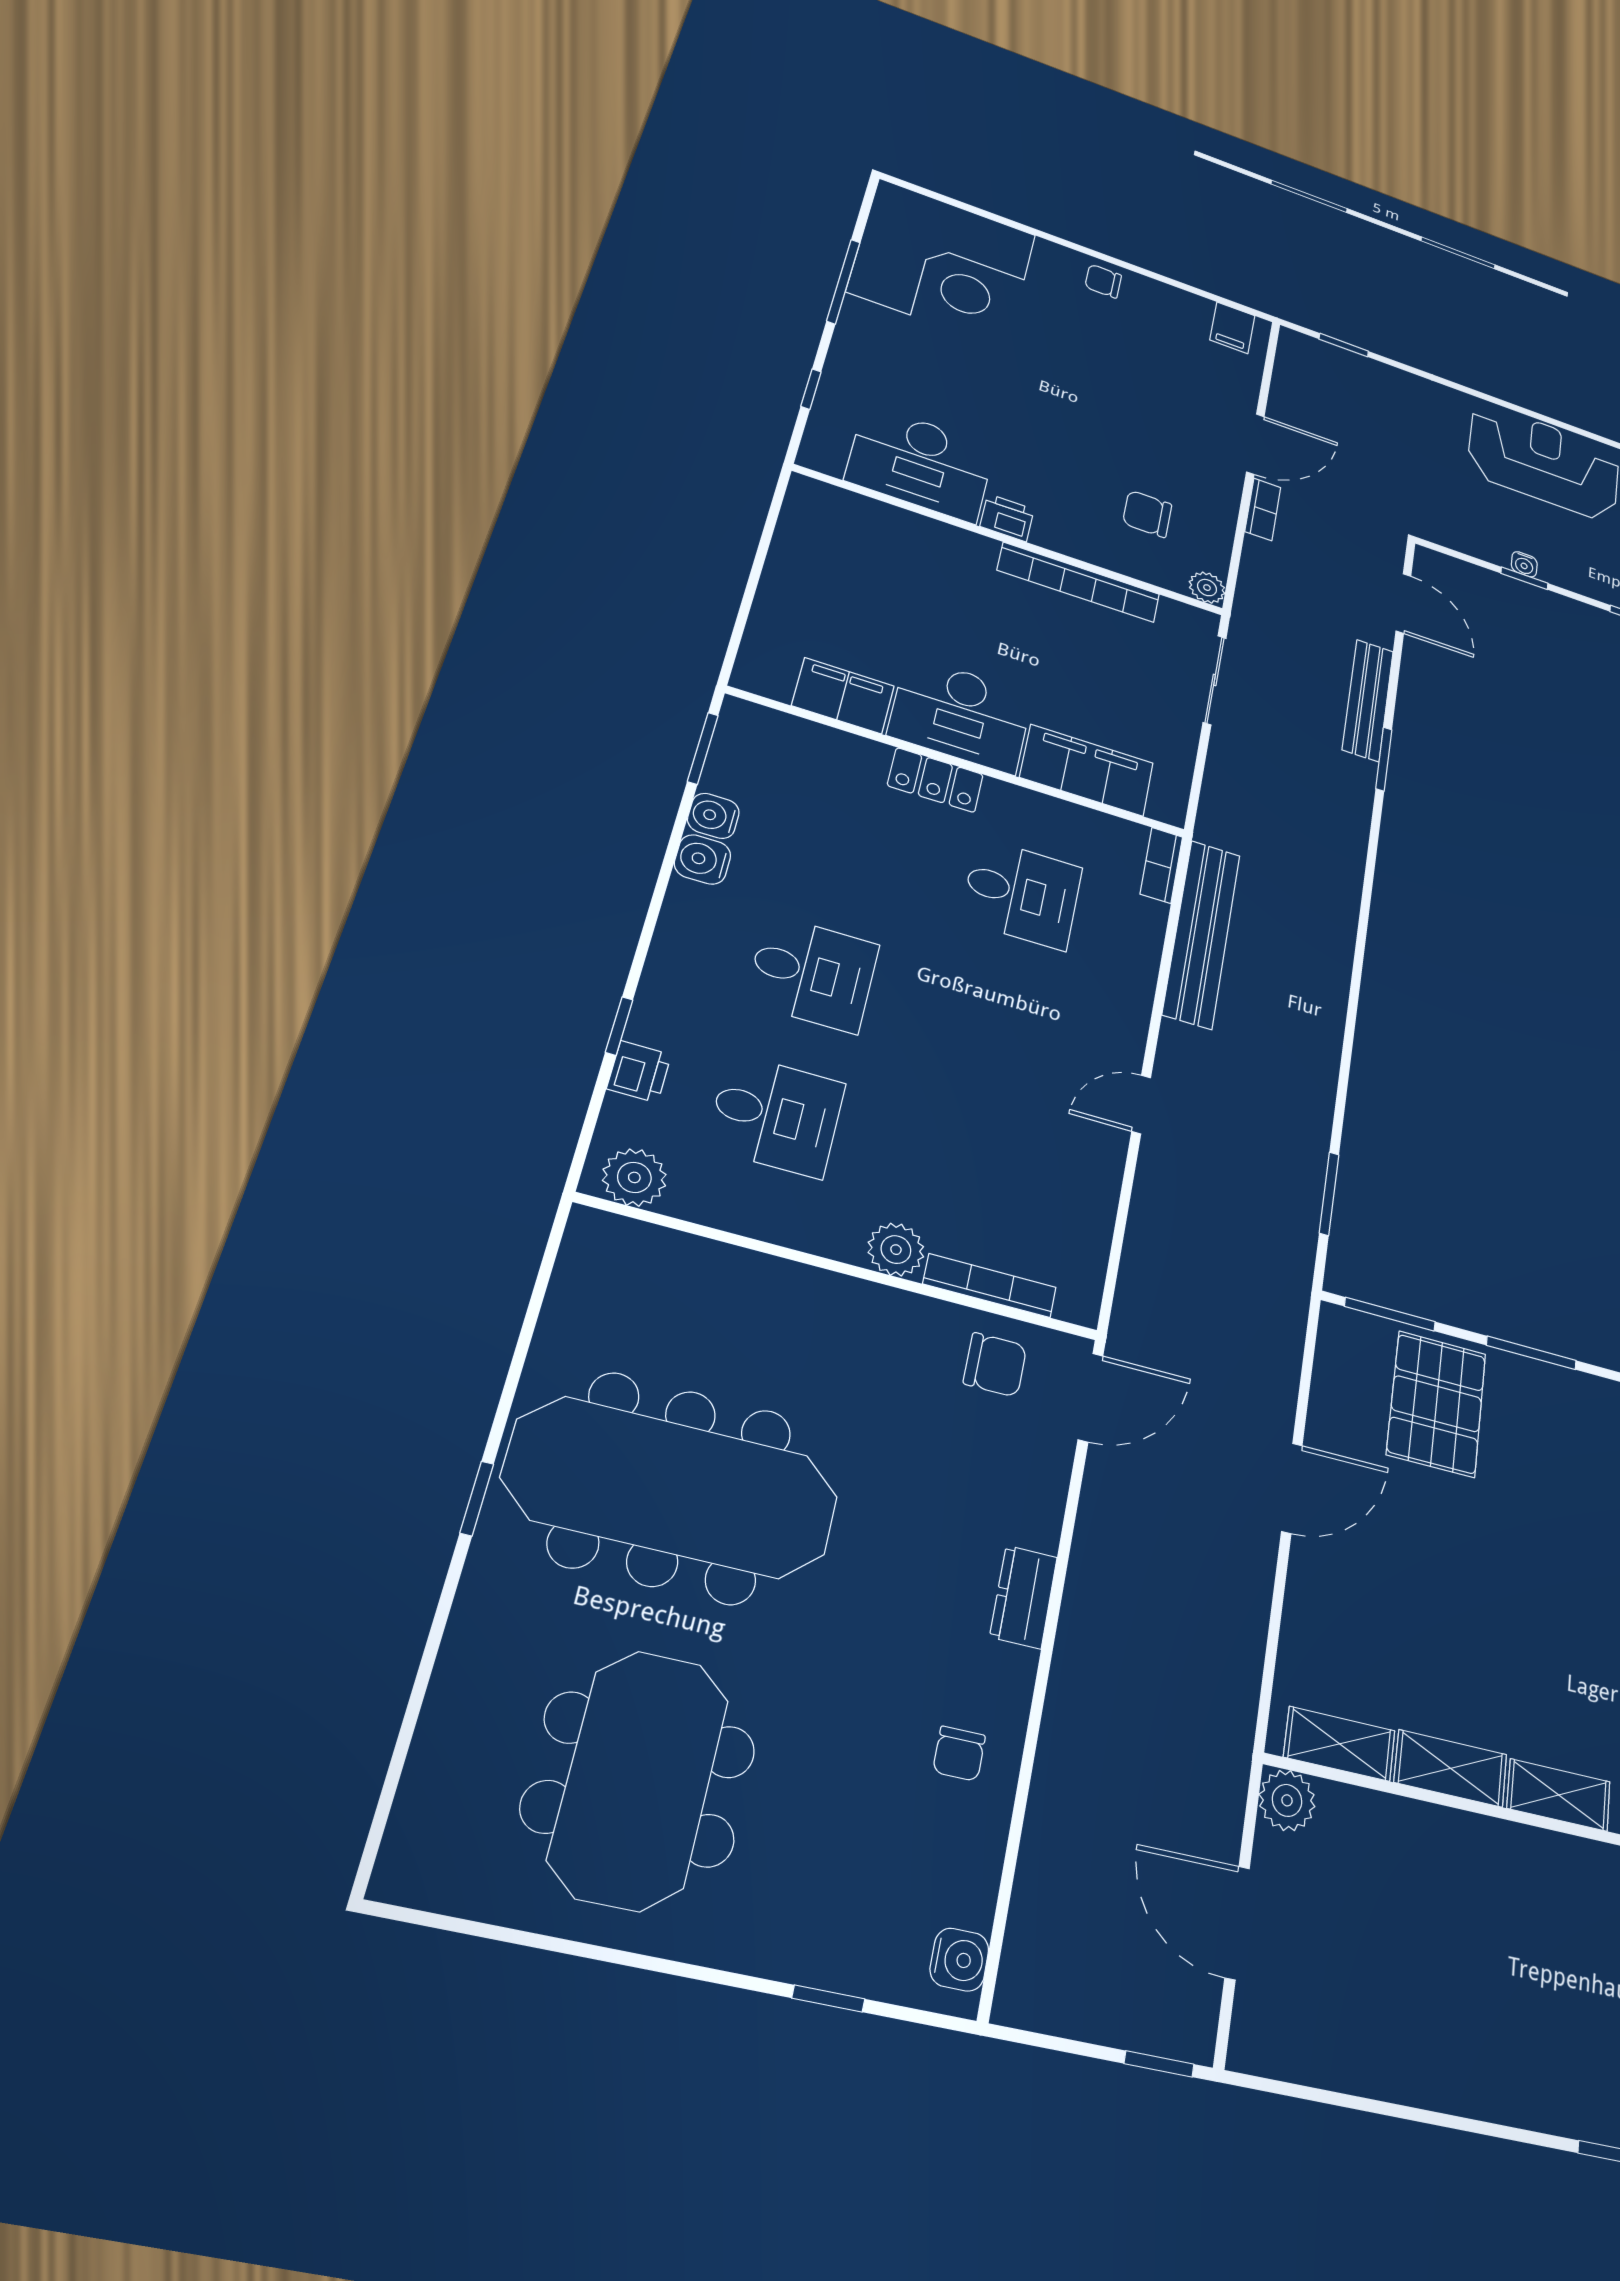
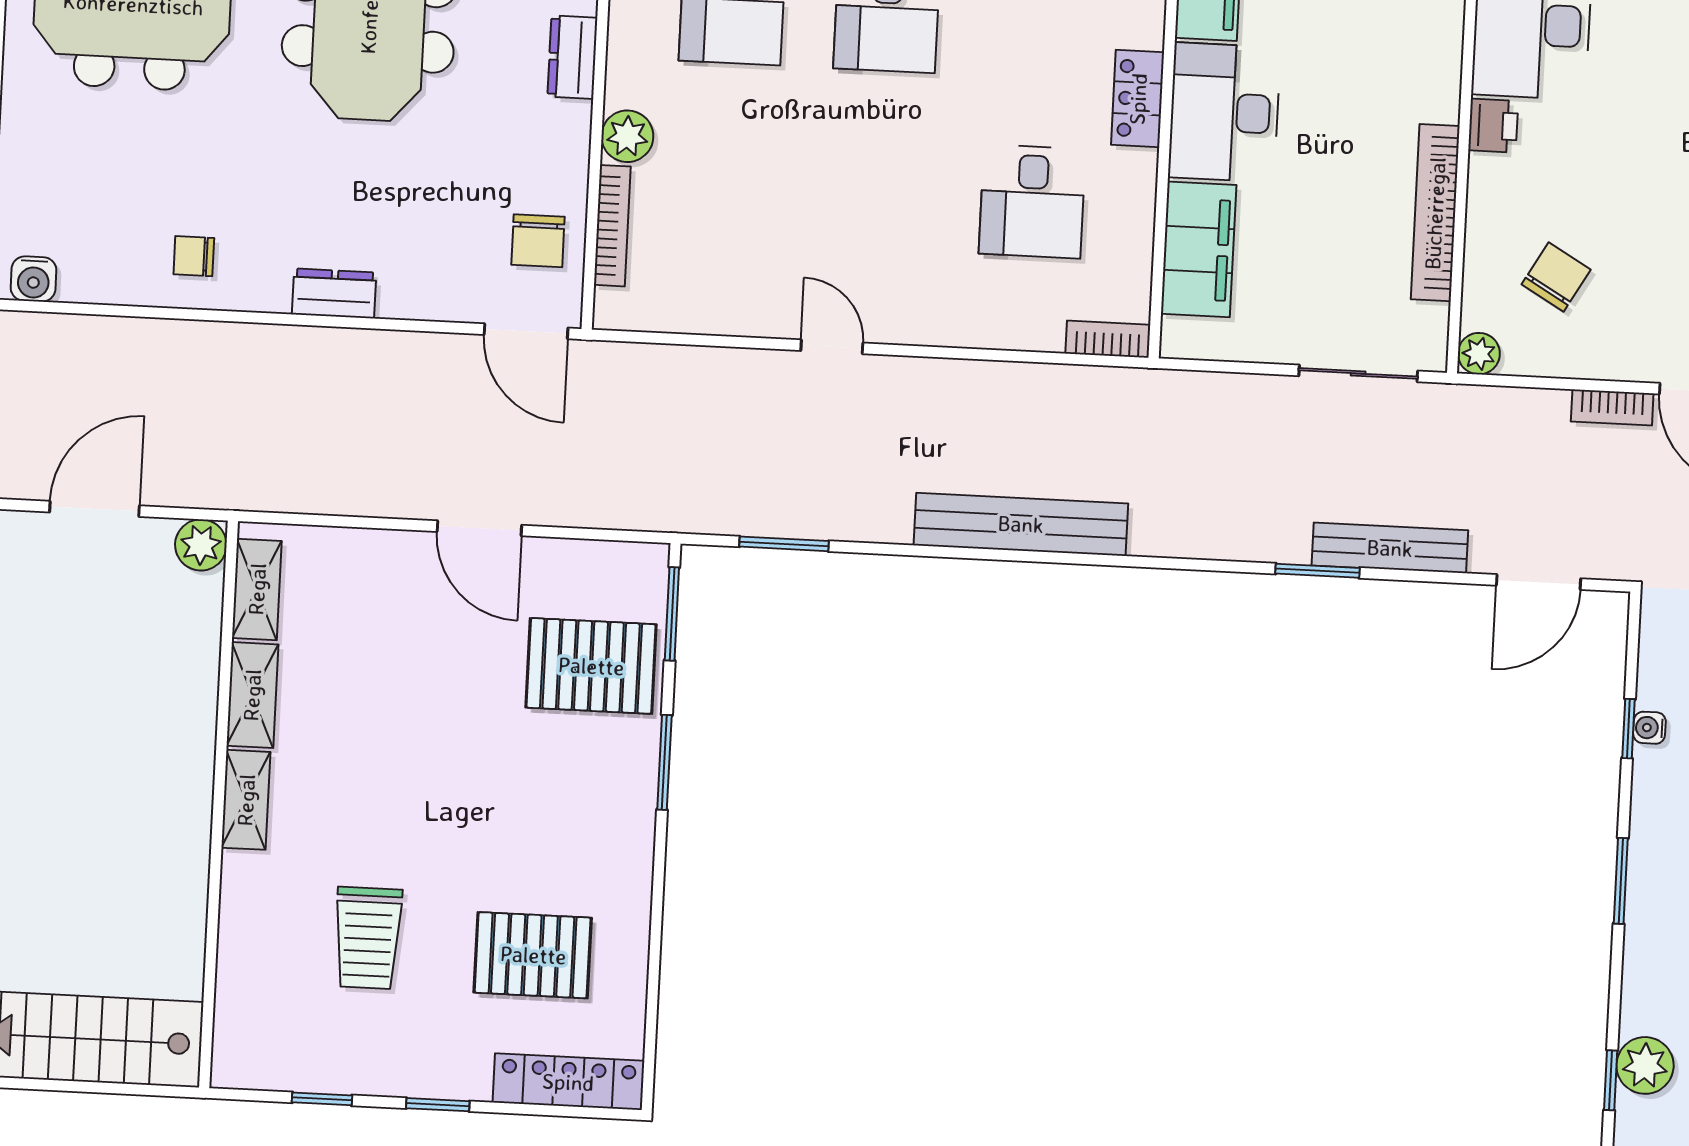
chair: (1147, 514) -> (1556, 277), turned 30
bench: (1202, 934) -> (1021, 524), moved
dresser: (799, 1287) -> (572, 57), added

